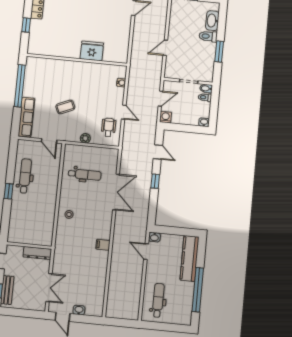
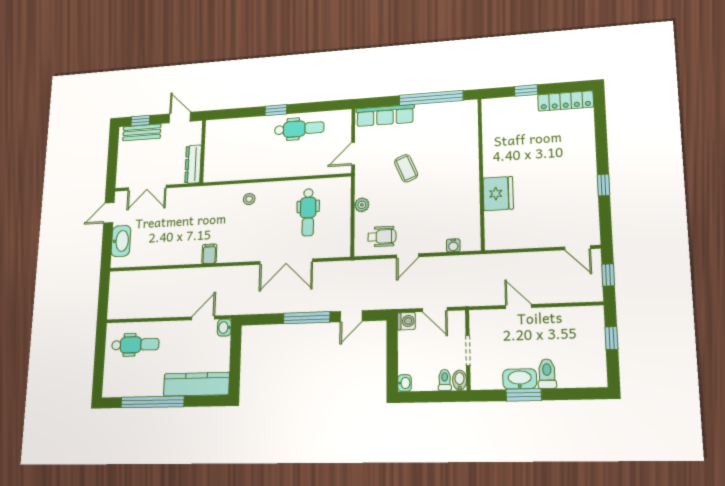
washbasin: (212, 21) -> (520, 379), moved
window: (155, 181) -> (307, 318), width x2.17
washbasin: (79, 310) -> (121, 241), width x1.91, depth x1.45

